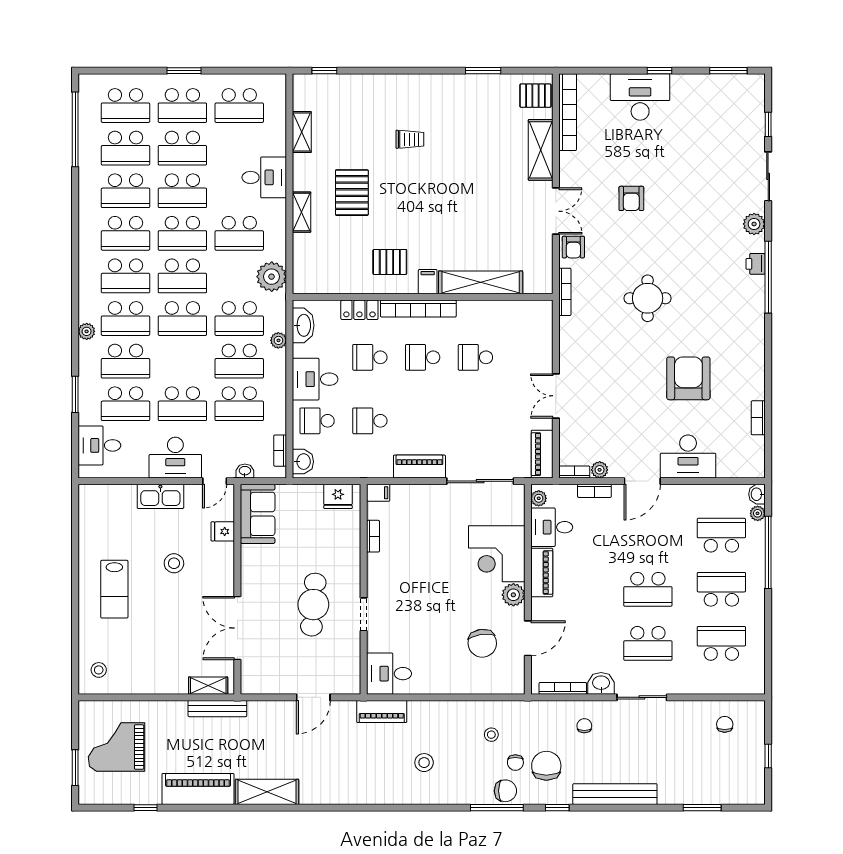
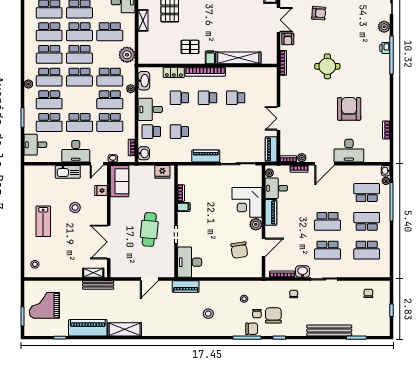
armchair: (631, 198) -> (319, 13), turned -86
filing cabinet: (378, 493) -> (184, 207), moved
school desk: (721, 643) -> (367, 250), turned 180
desk: (389, 674) -> (190, 262), width x1.37
bench: (615, 794) -> (329, 330), moved

